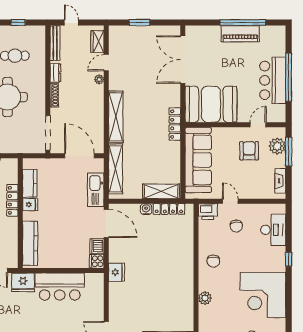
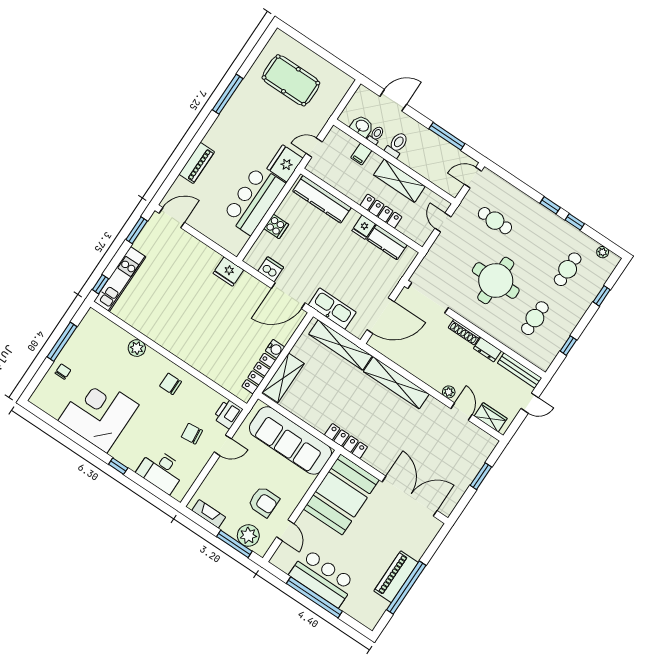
cooker: (97, 261) -> (276, 226), moved, turned 90

